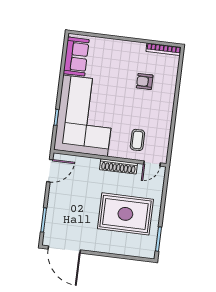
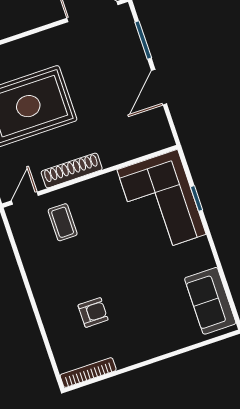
corner sofa: (85, 116) -> (162, 202), width x0.73, depth x0.74
door: (50, 171) -> (159, 87), moved

